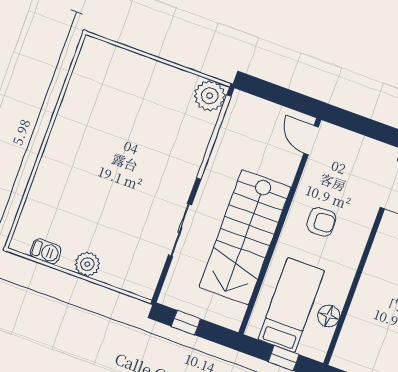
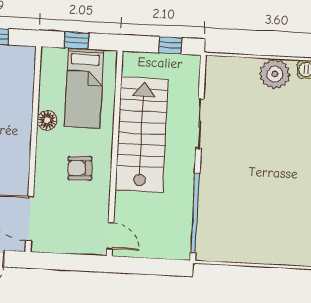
plant: (210, 96) -> (210, 247), removed
plant: (87, 264) -> (275, 74), width x1.36, depth x1.36
floor lamp: (329, 316) -> (47, 120), moved

